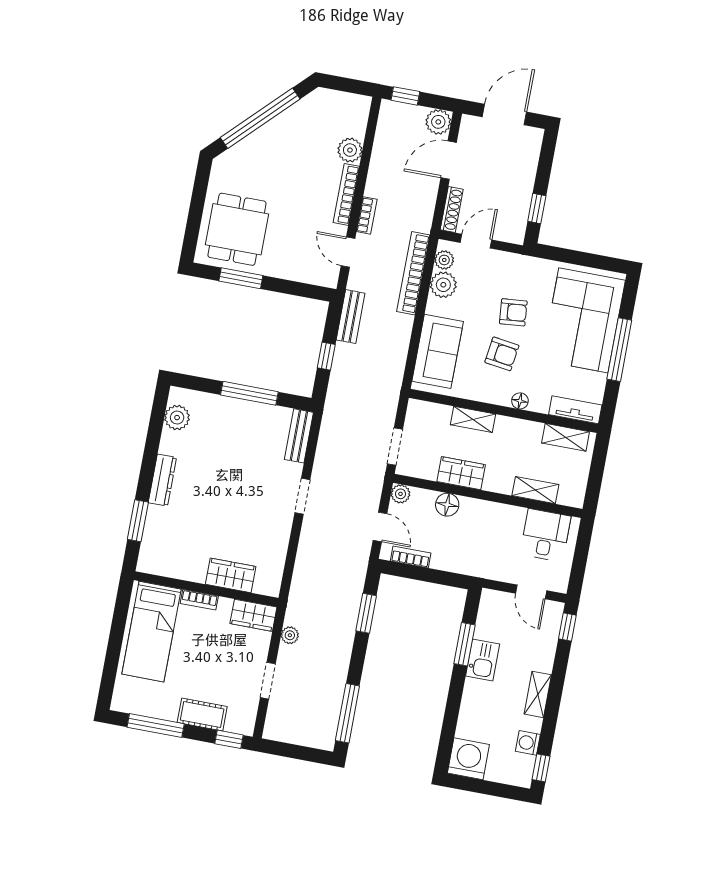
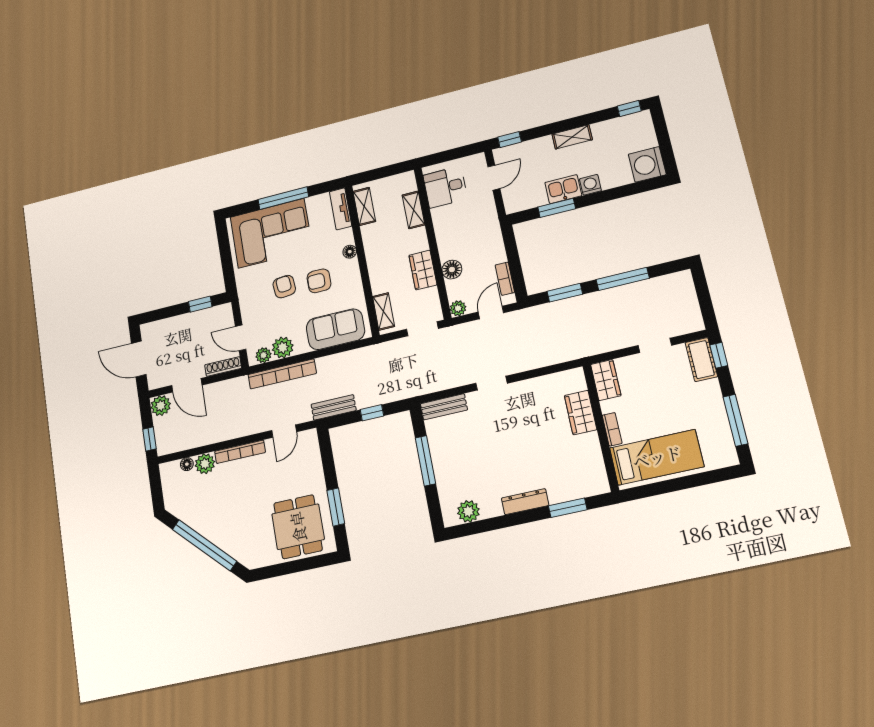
floor lamp: (358, 129) -> (187, 464), added
bookcase: (367, 215) -> (251, 429), removed
dining table: (237, 229) -> (298, 527), turned 90
armchair: (502, 354) -> (319, 281), turned -98
shelving: (473, 419) -> (384, 311), moved
plant: (290, 635) -> (609, 344), removed
window: (347, 713) -> (623, 279), moved
cot: (202, 715) -> (701, 360), moved
washing machine: (528, 743) -> (590, 185), moved, turned 180

